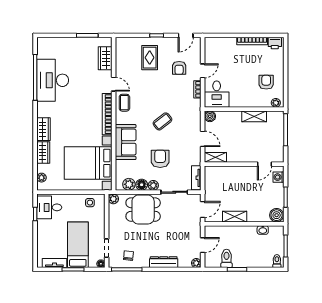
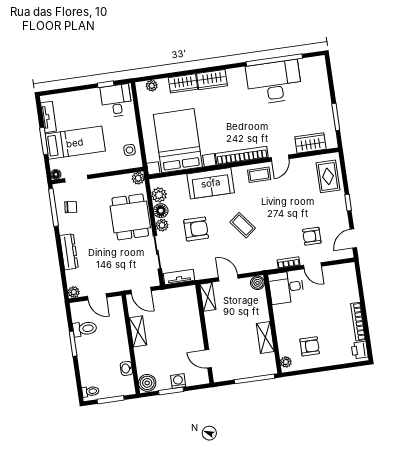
door: (186, 35) -> (353, 238), hinge flipped
rug: (150, 58) -> (328, 176), moved, turned 90
door: (203, 139) -> (228, 278), swing flipped
washing machine: (279, 177) -> (178, 381), moved

